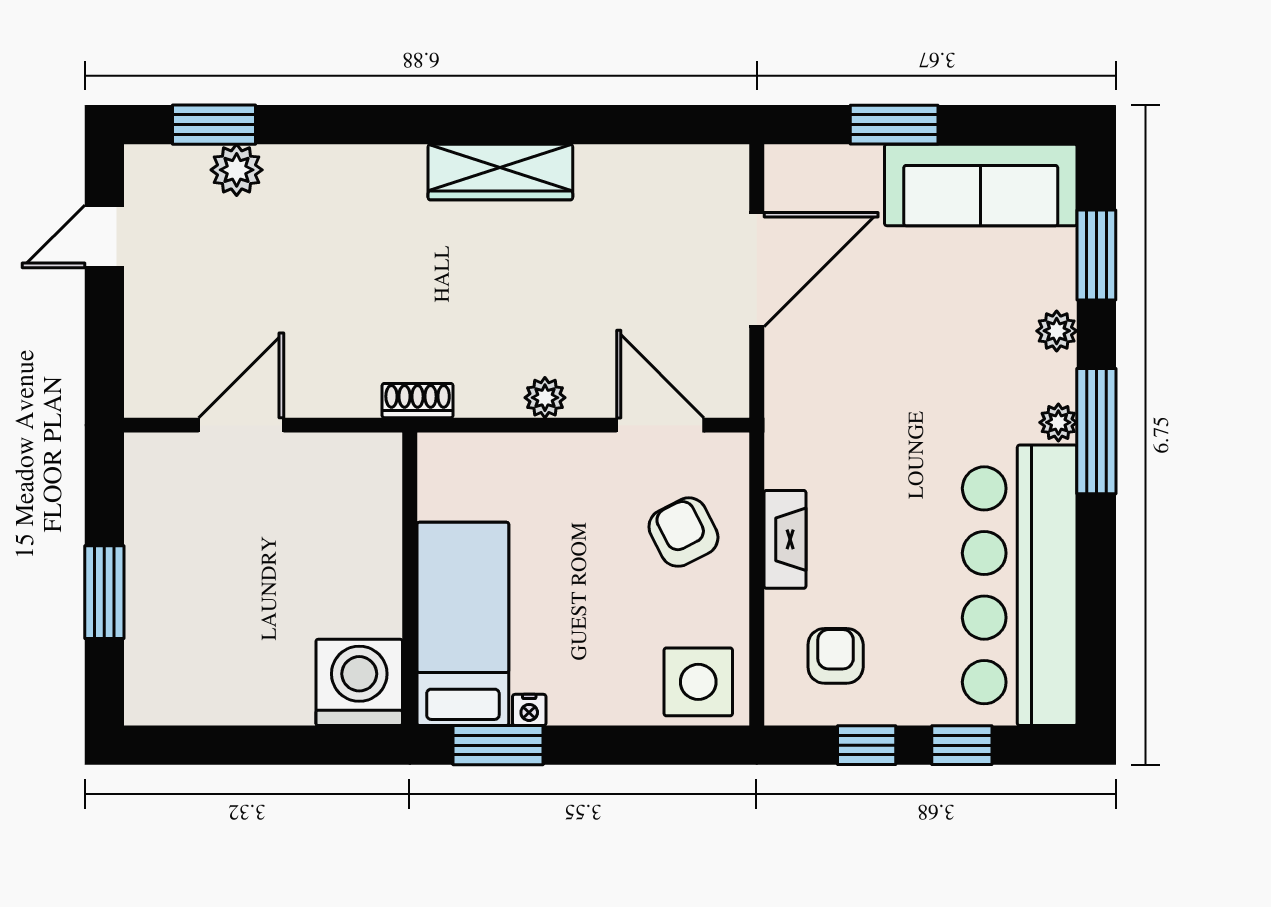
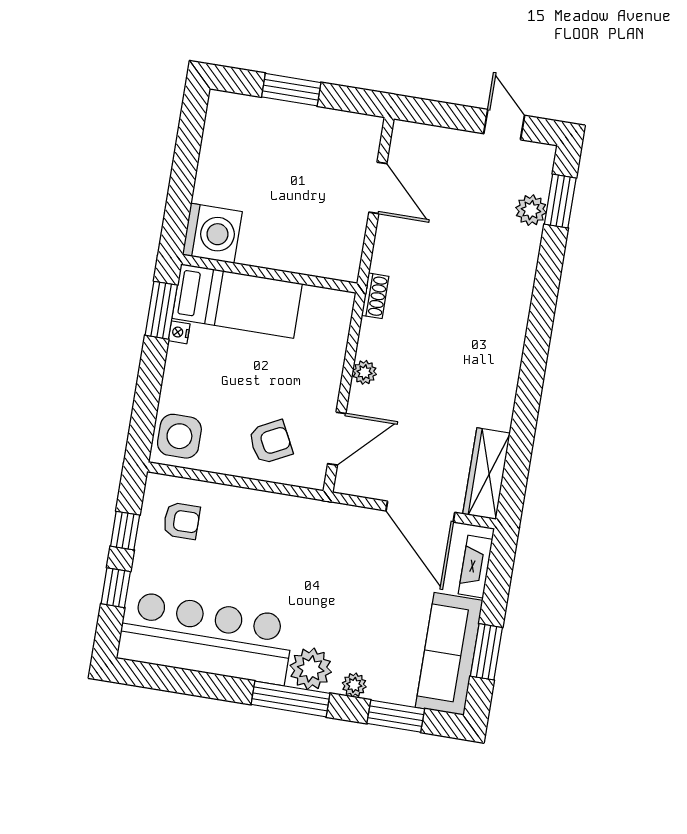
window: (894, 125) -> (486, 652), moved
wardrobe: (500, 172) -> (487, 474), moved
plant: (1058, 422) -> (311, 669), width x1.87, depth x1.87
fireplace: (785, 539) -> (476, 567), moved, turned 90

